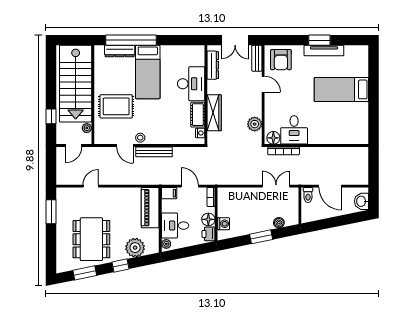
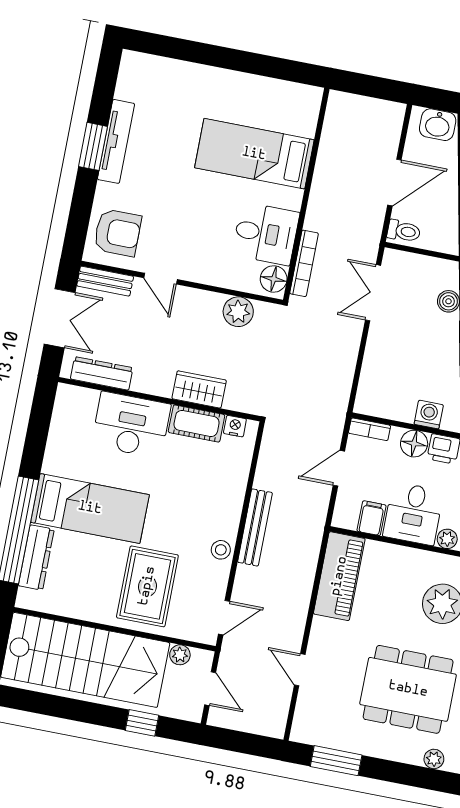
door: (263, 84) -> (160, 279), swing flipped
bed: (341, 89) -> (254, 154), moved, turned 90
wardrobe: (214, 113) -> (199, 389), width x0.67
door: (125, 145) -> (224, 618), moved
filing cabinet: (169, 193) -> (372, 518), moved
piano: (150, 208) -> (339, 576), moved, turned -90
plant: (61, 258) -> (434, 759), added

